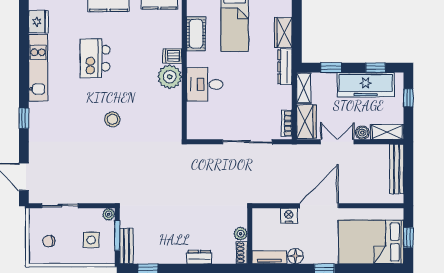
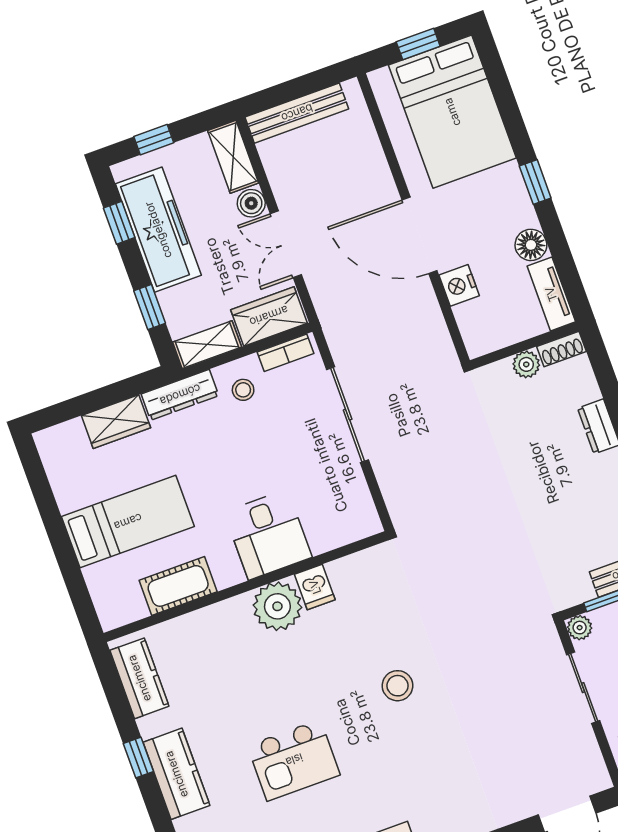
dishwasher: (172, 56) -> (315, 587), moved
stool: (277, 97) -> (243, 390), added
sliding door: (60, 206) -> (583, 688), moved

